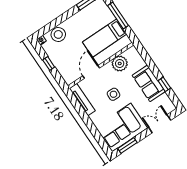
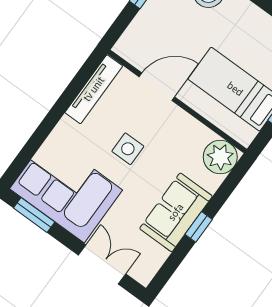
plant: (120, 64) -> (220, 157), moved
window: (164, 84) -> (199, 227), moved

